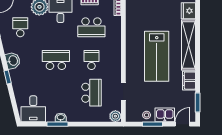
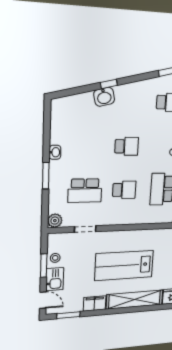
school desk: (56, 60) -> (127, 146), width x0.54
washbasin: (13, 61) -> (104, 97), moved
desk: (33, 109) -> (67, 117), removed
window: (57, 124) -> (46, 176), moved

